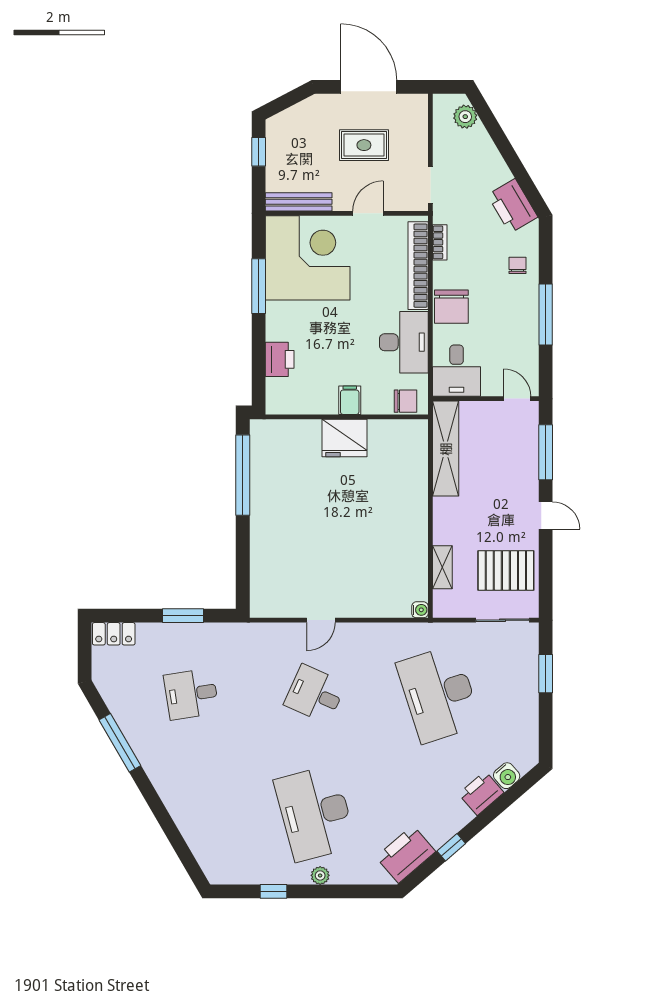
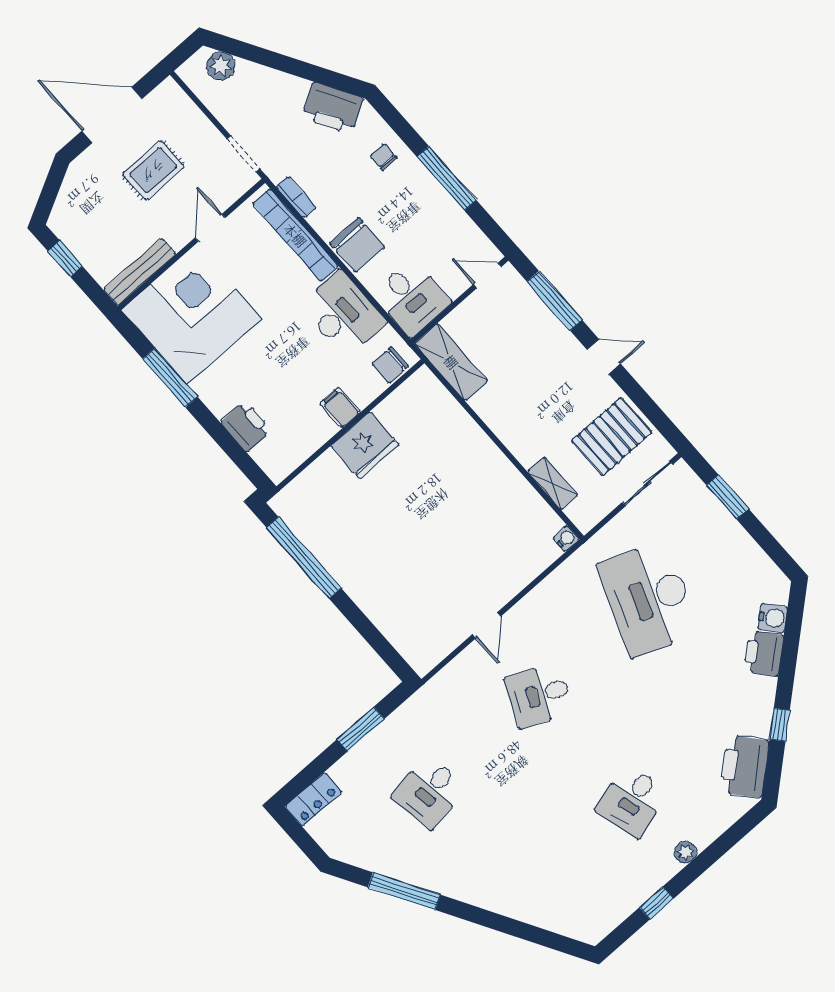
chair: (405, 401) -> (390, 365), turned 180
shelving: (446, 449) -> (451, 362), width x0.68
desk: (439, 694) -> (649, 599), turned 39
desk: (315, 813) -> (632, 801), width x0.53, depth x0.77

